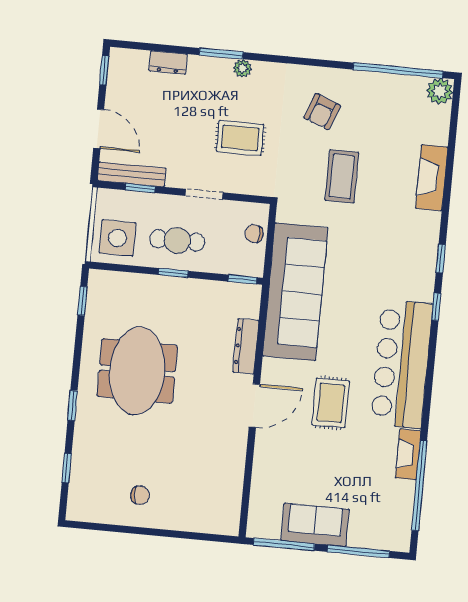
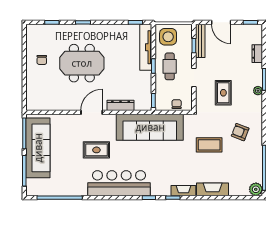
door: (99, 129) -> (221, 22), hinge flipped
tv unit: (134, 285) -> (146, 47), added
meeting table: (137, 371) -> (82, 63), moved
door: (254, 406) -> (92, 112), swing flipped
fireplace: (408, 454) -> (183, 191), moved
sofa: (315, 525) -> (38, 148), width x1.85, depth x1.27

